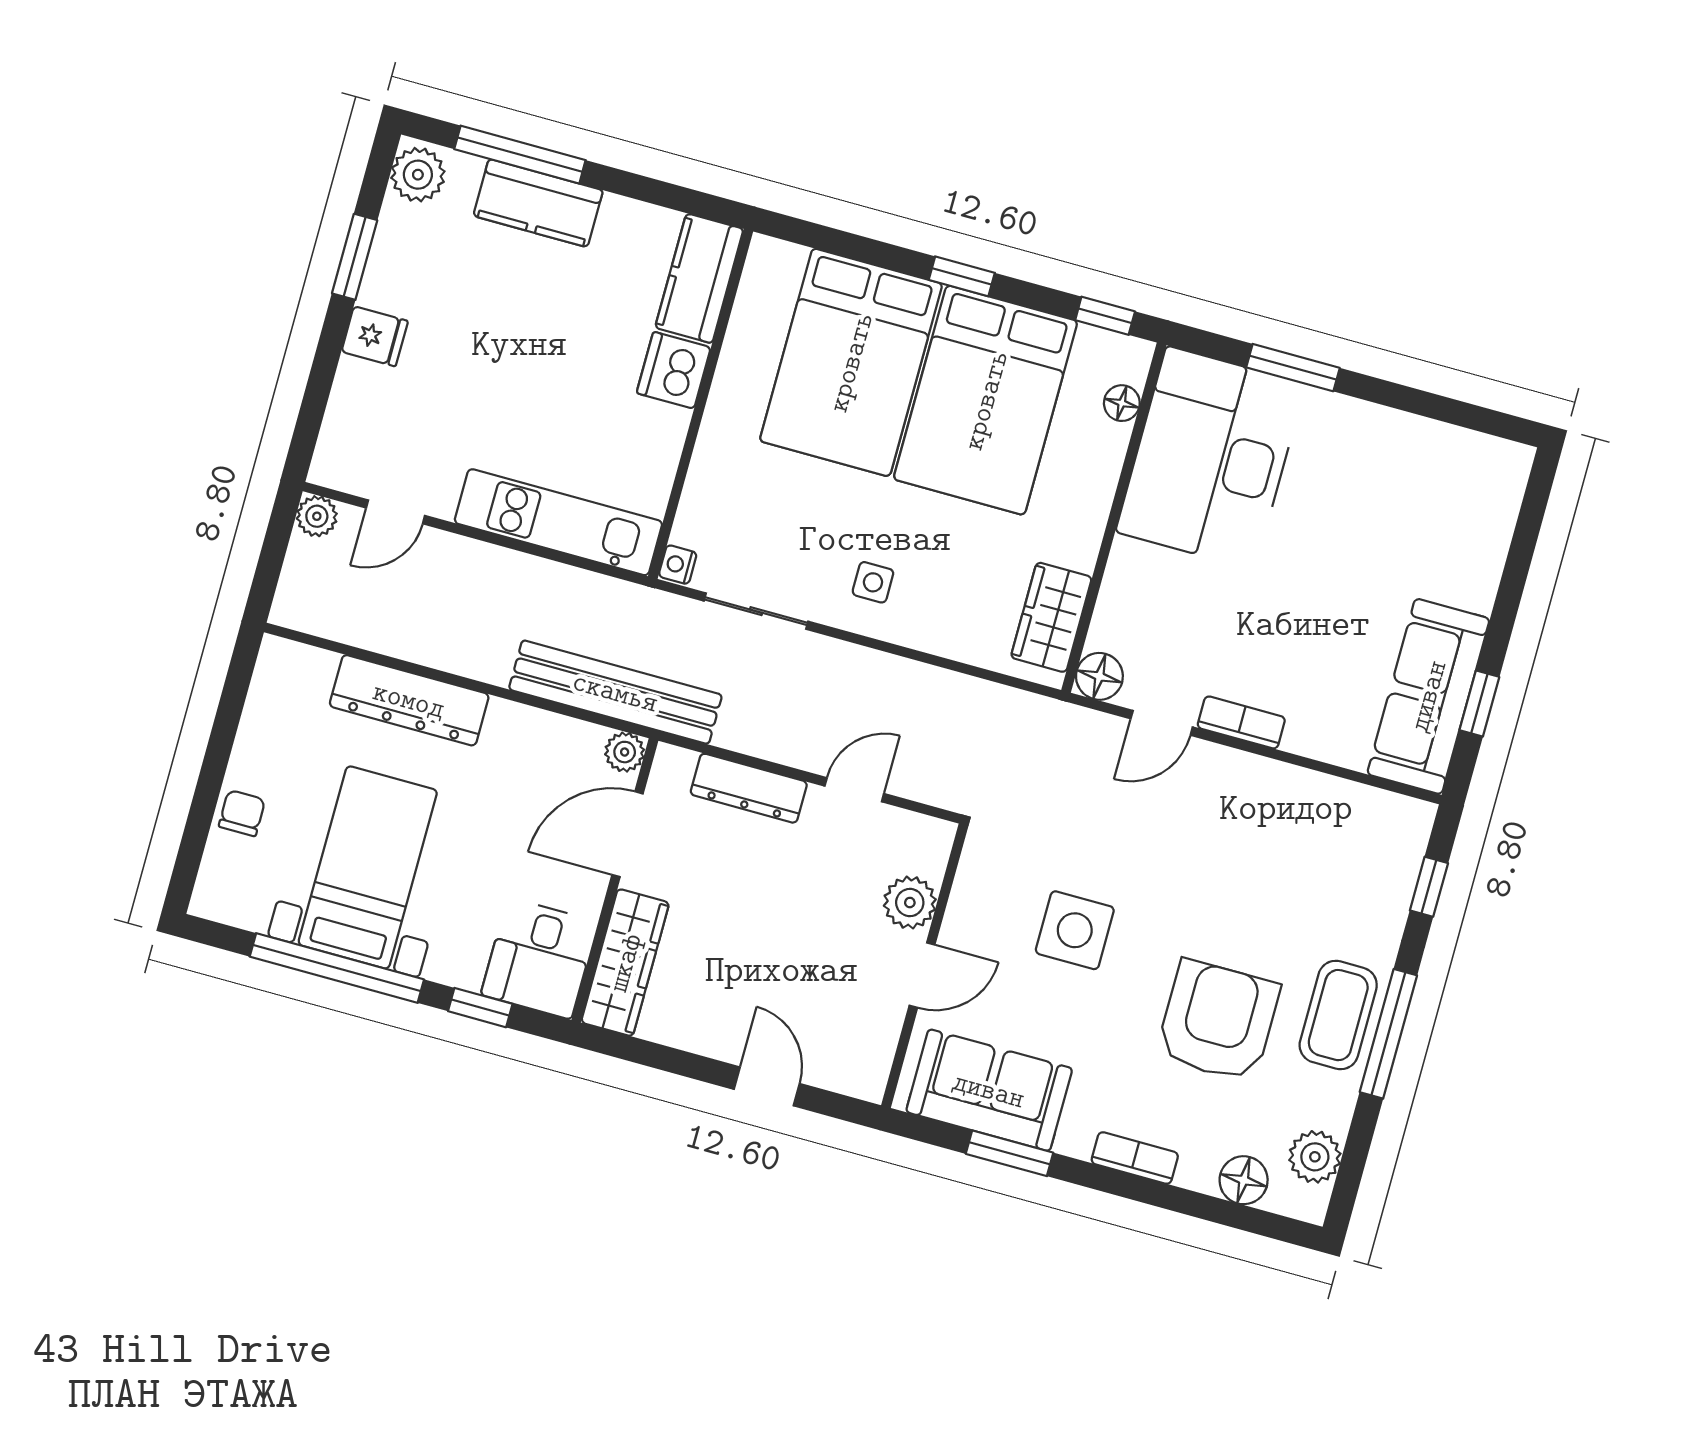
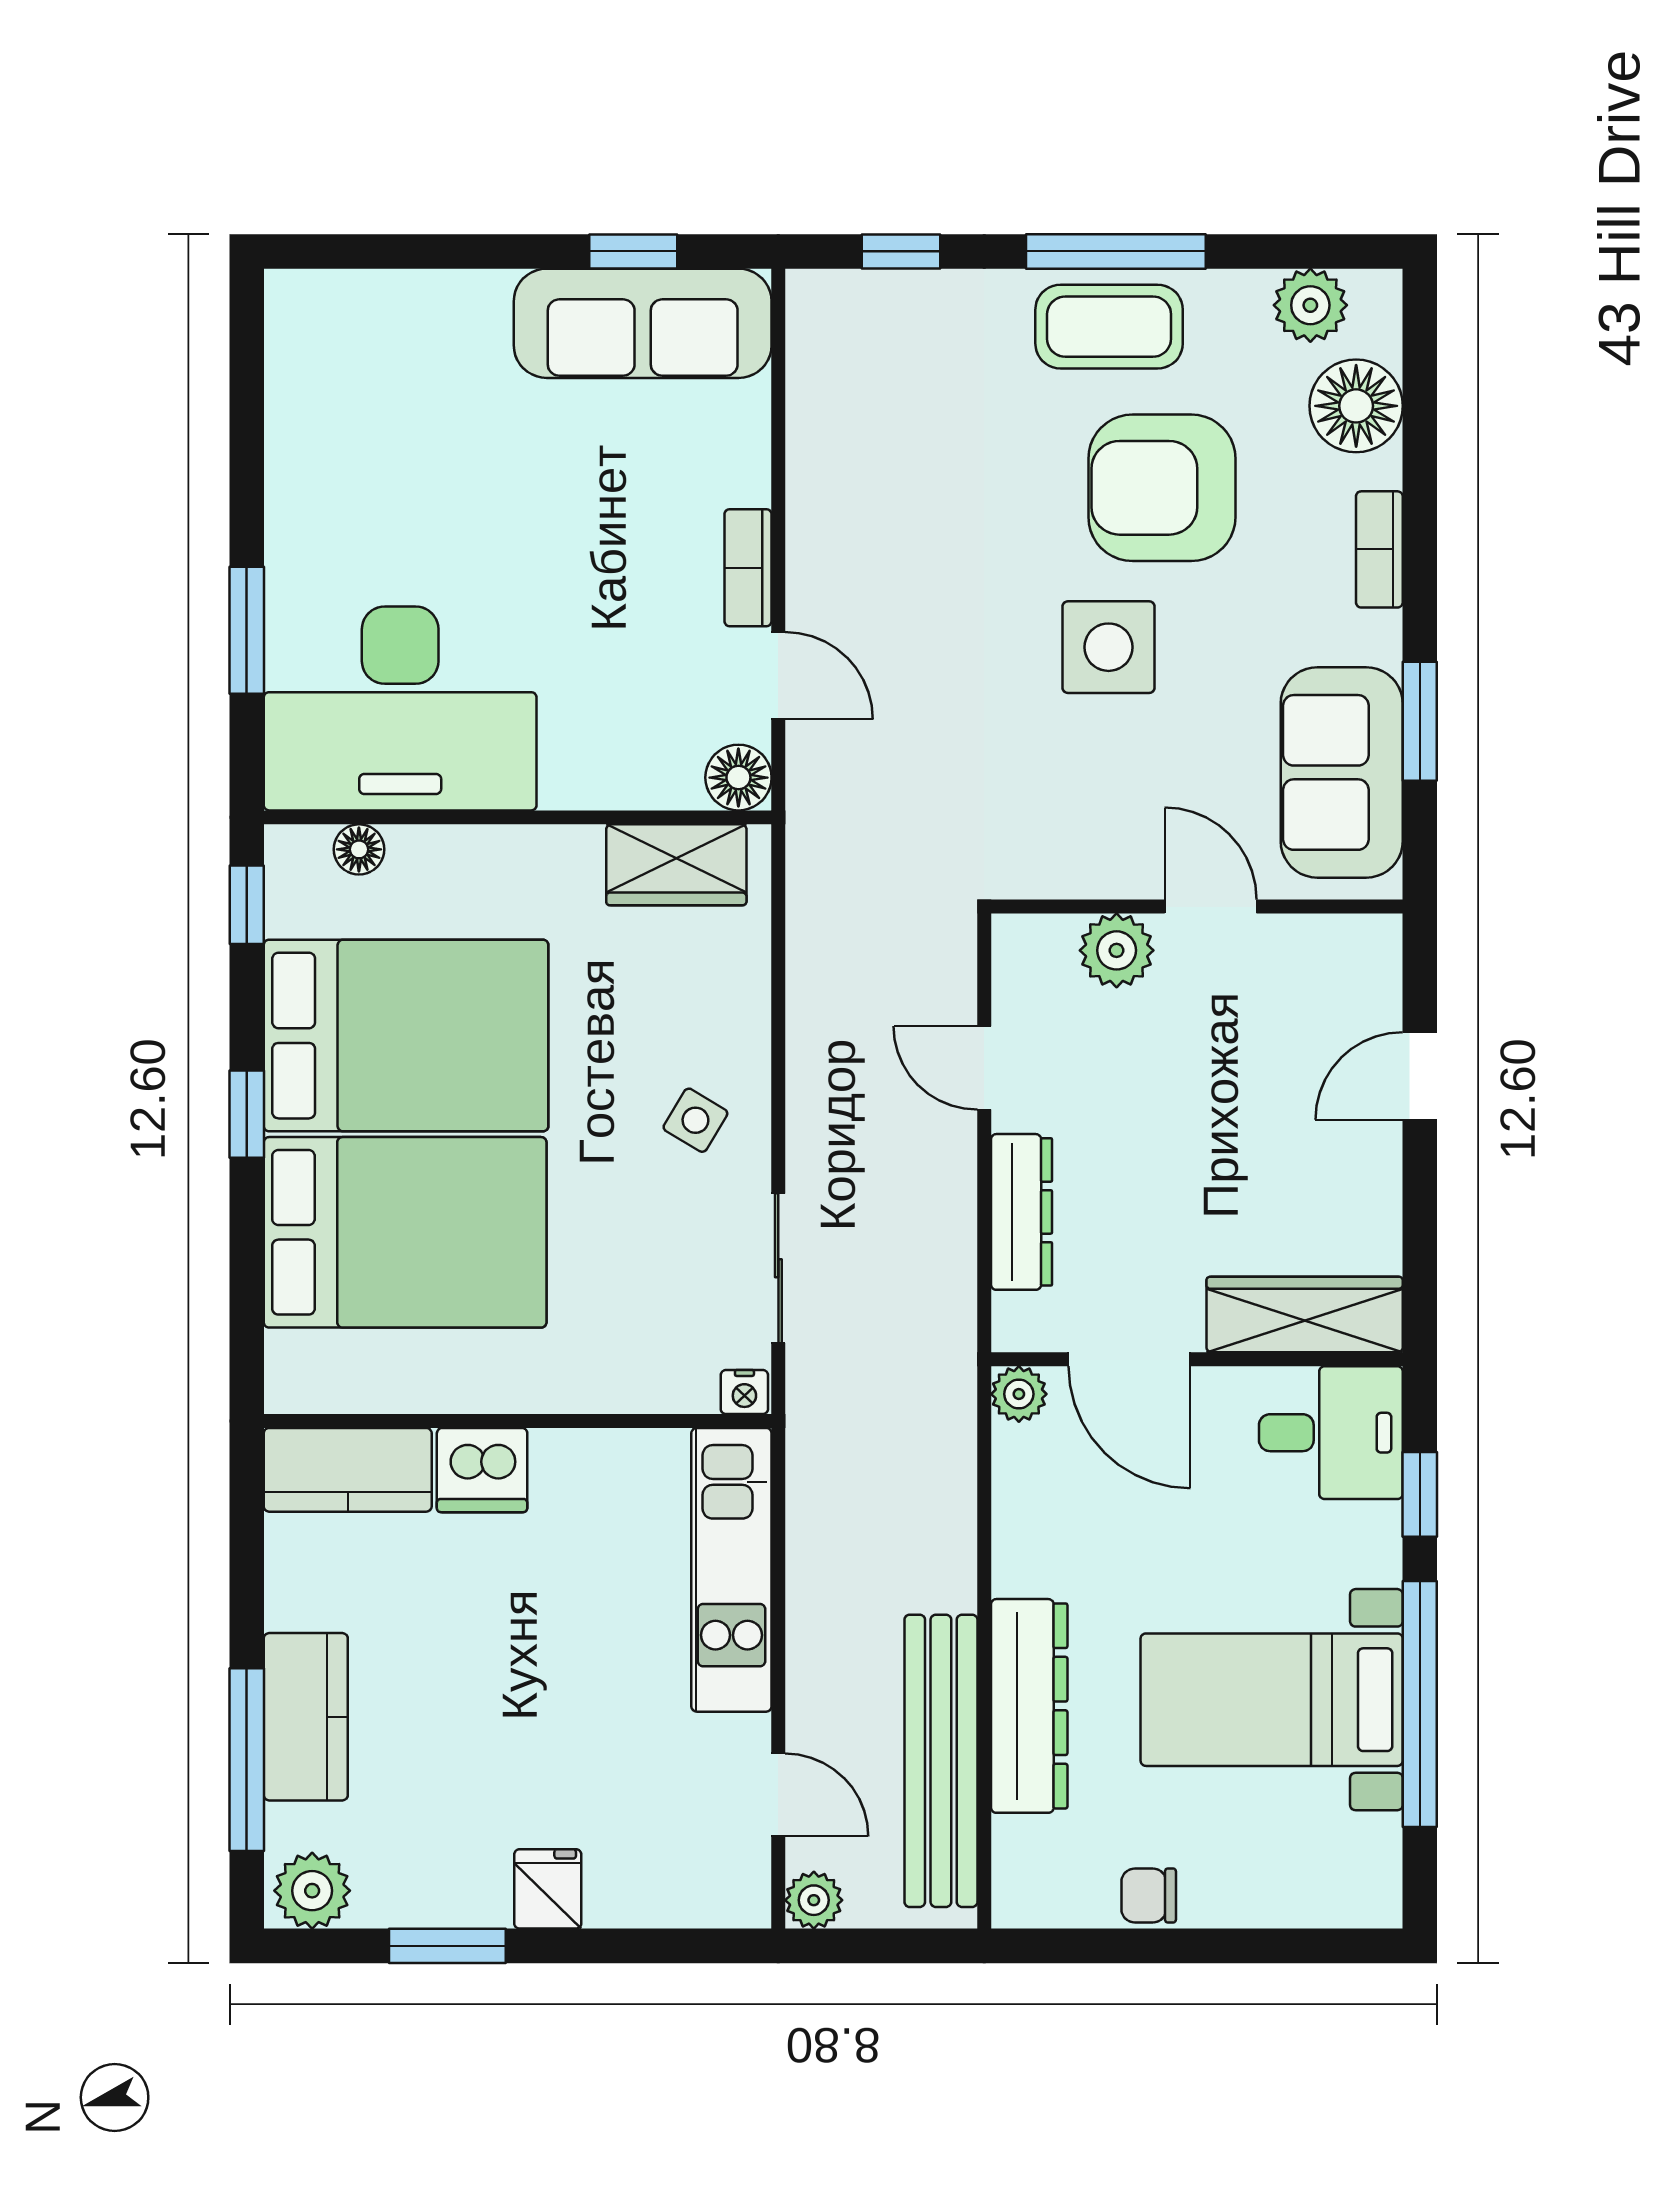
side table: (873, 582) -> (695, 1120), turned 31
bench: (615, 692) -> (941, 1761), moved
chair: (242, 813) -> (1149, 1896), moved
side table: (1075, 930) -> (1109, 647), moved
floor lamp: (1244, 1180) -> (1356, 406), width x1.38, depth x1.38

